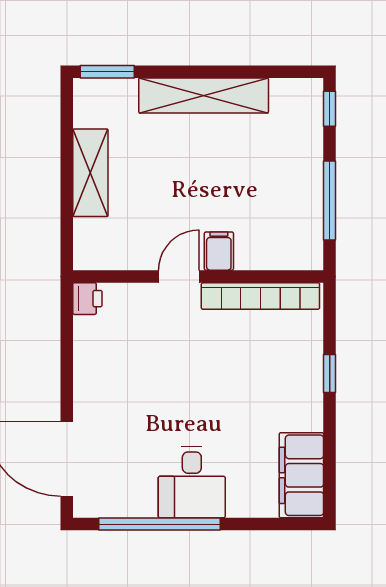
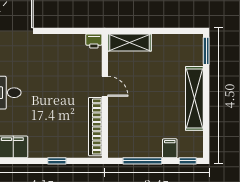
shelving: (90, 173) -> (130, 43), moved
filing cabinet: (219, 251) -> (170, 148), moved, turned -90

